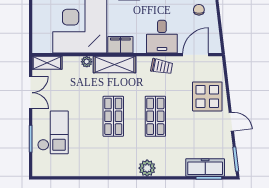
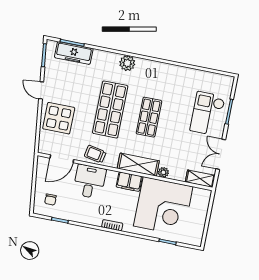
shop shelf: (155, 116) -> (110, 109), width x1.43, depth x1.36

